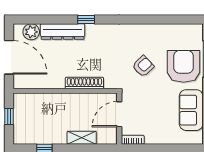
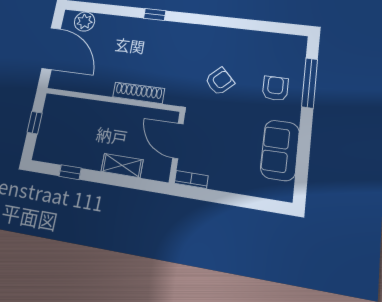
dresser: (63, 32) -> (123, 26), removed
armchair: (184, 66) -> (275, 88), width x0.53, depth x0.53
door: (119, 114) -> (178, 141), hinge flipped

